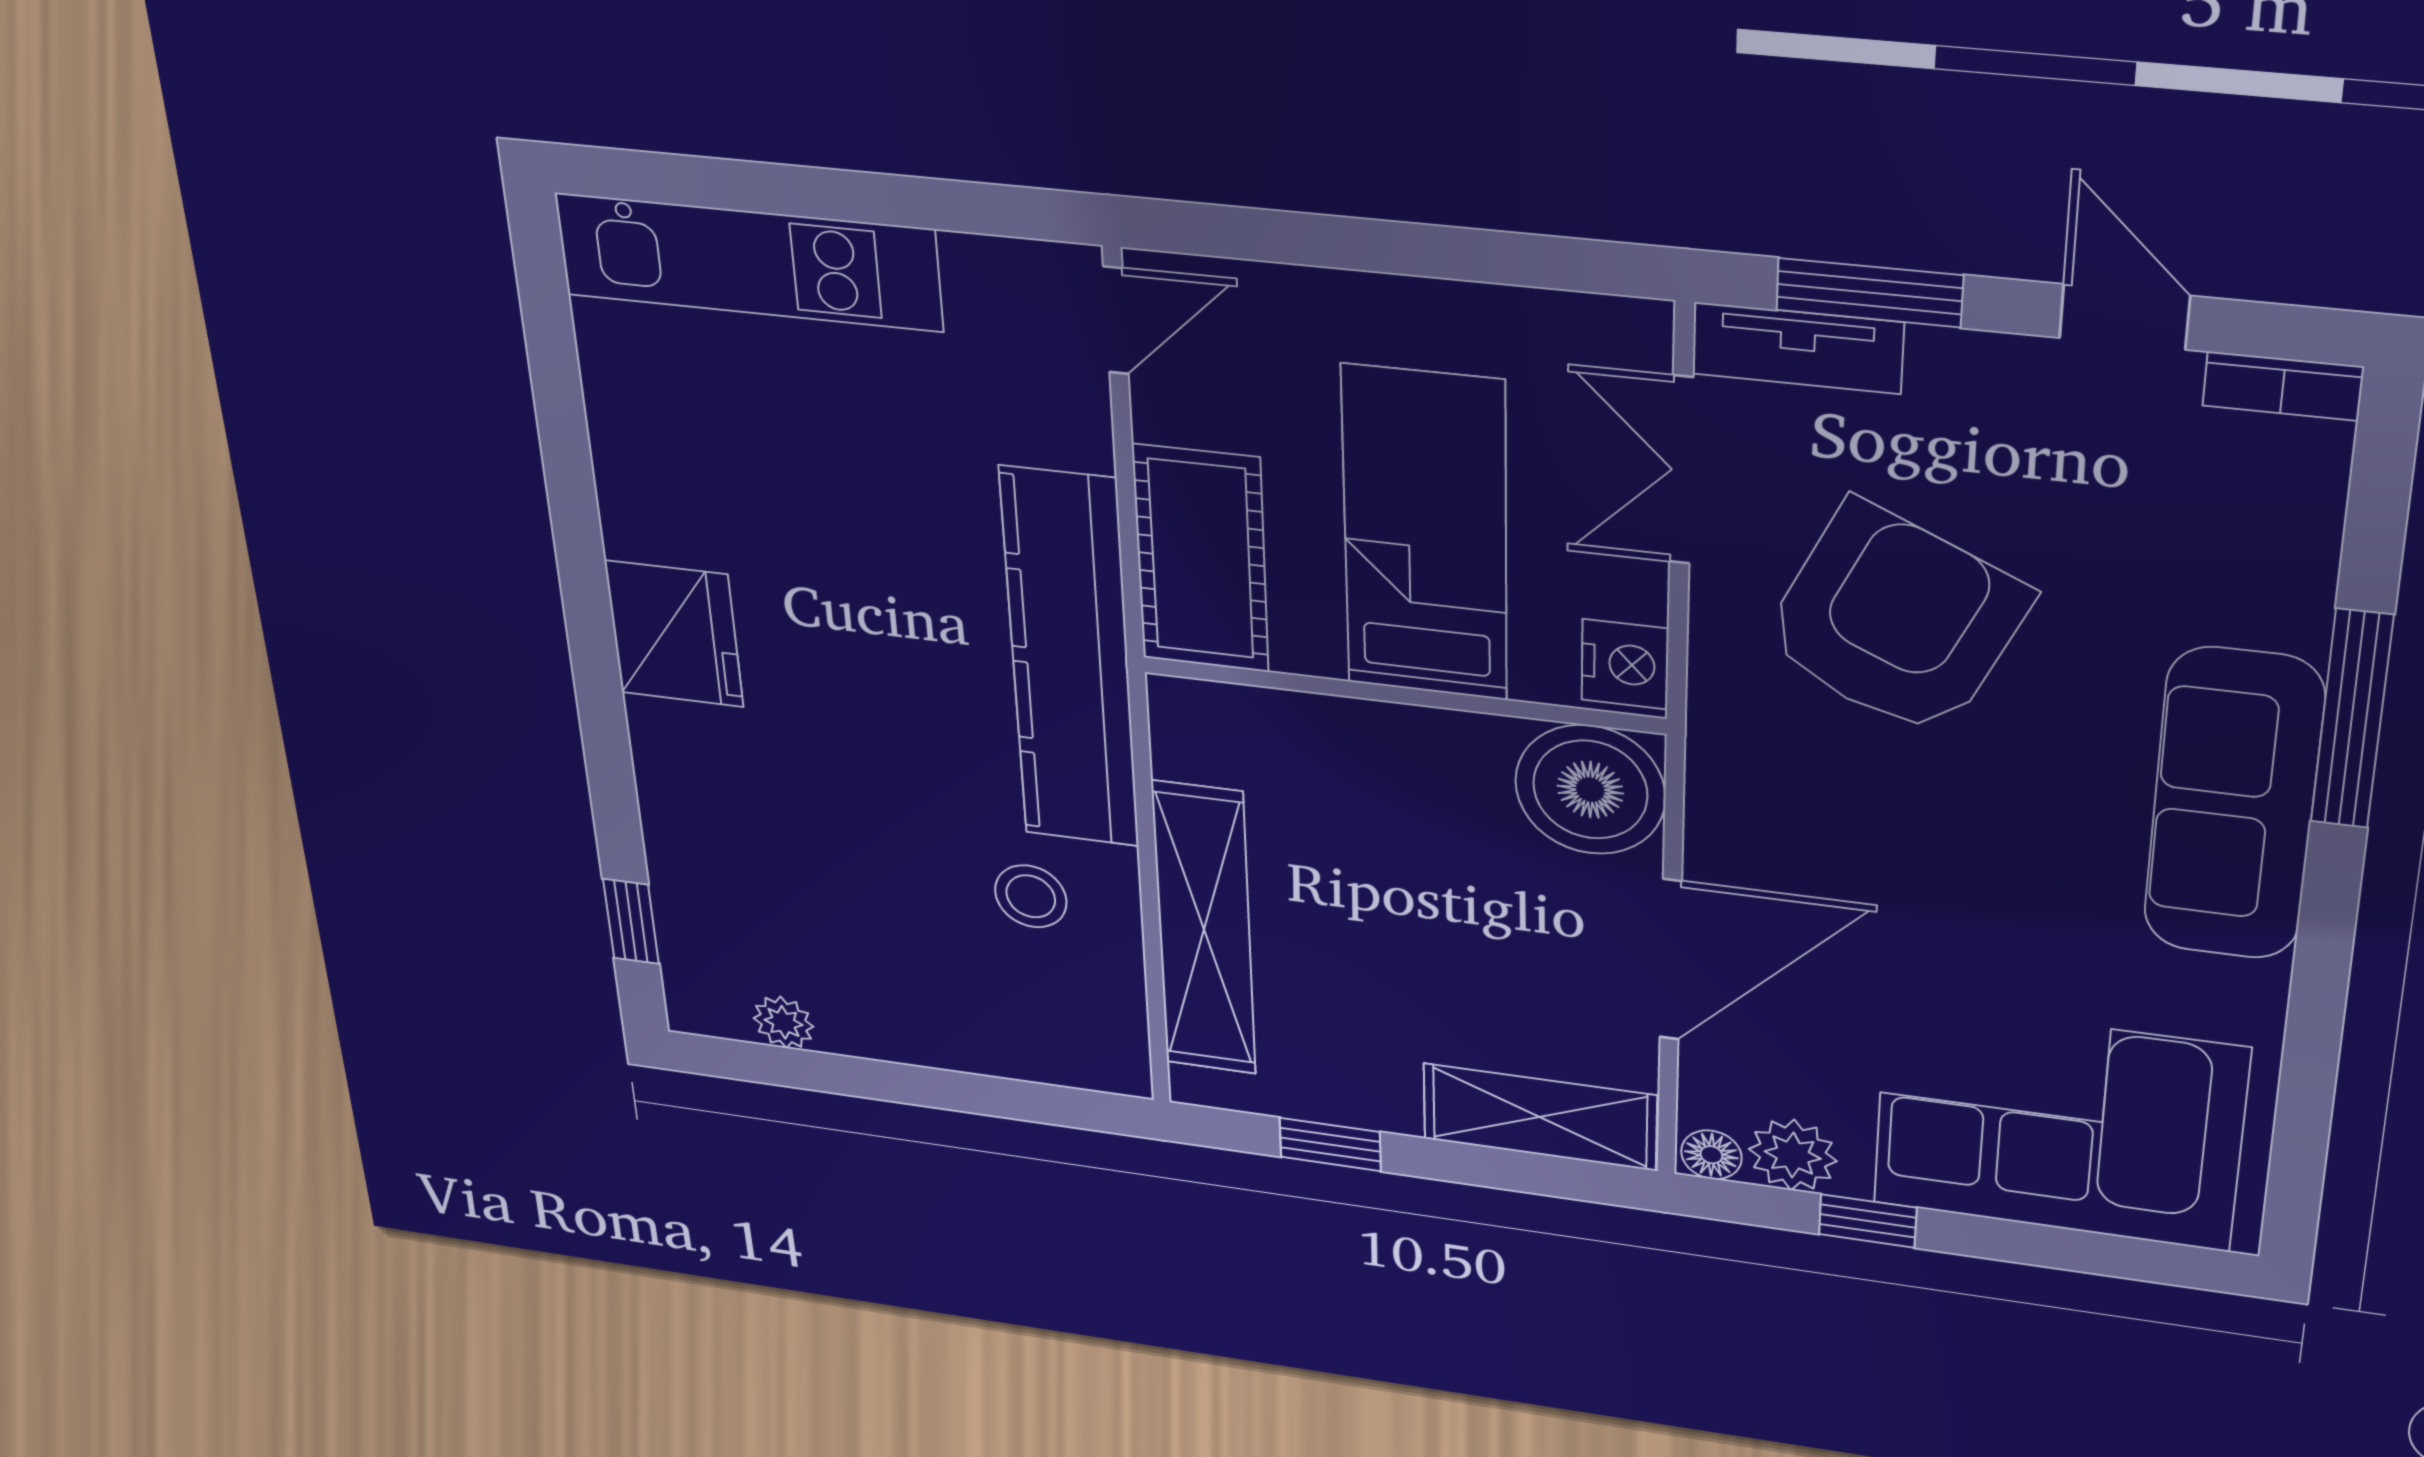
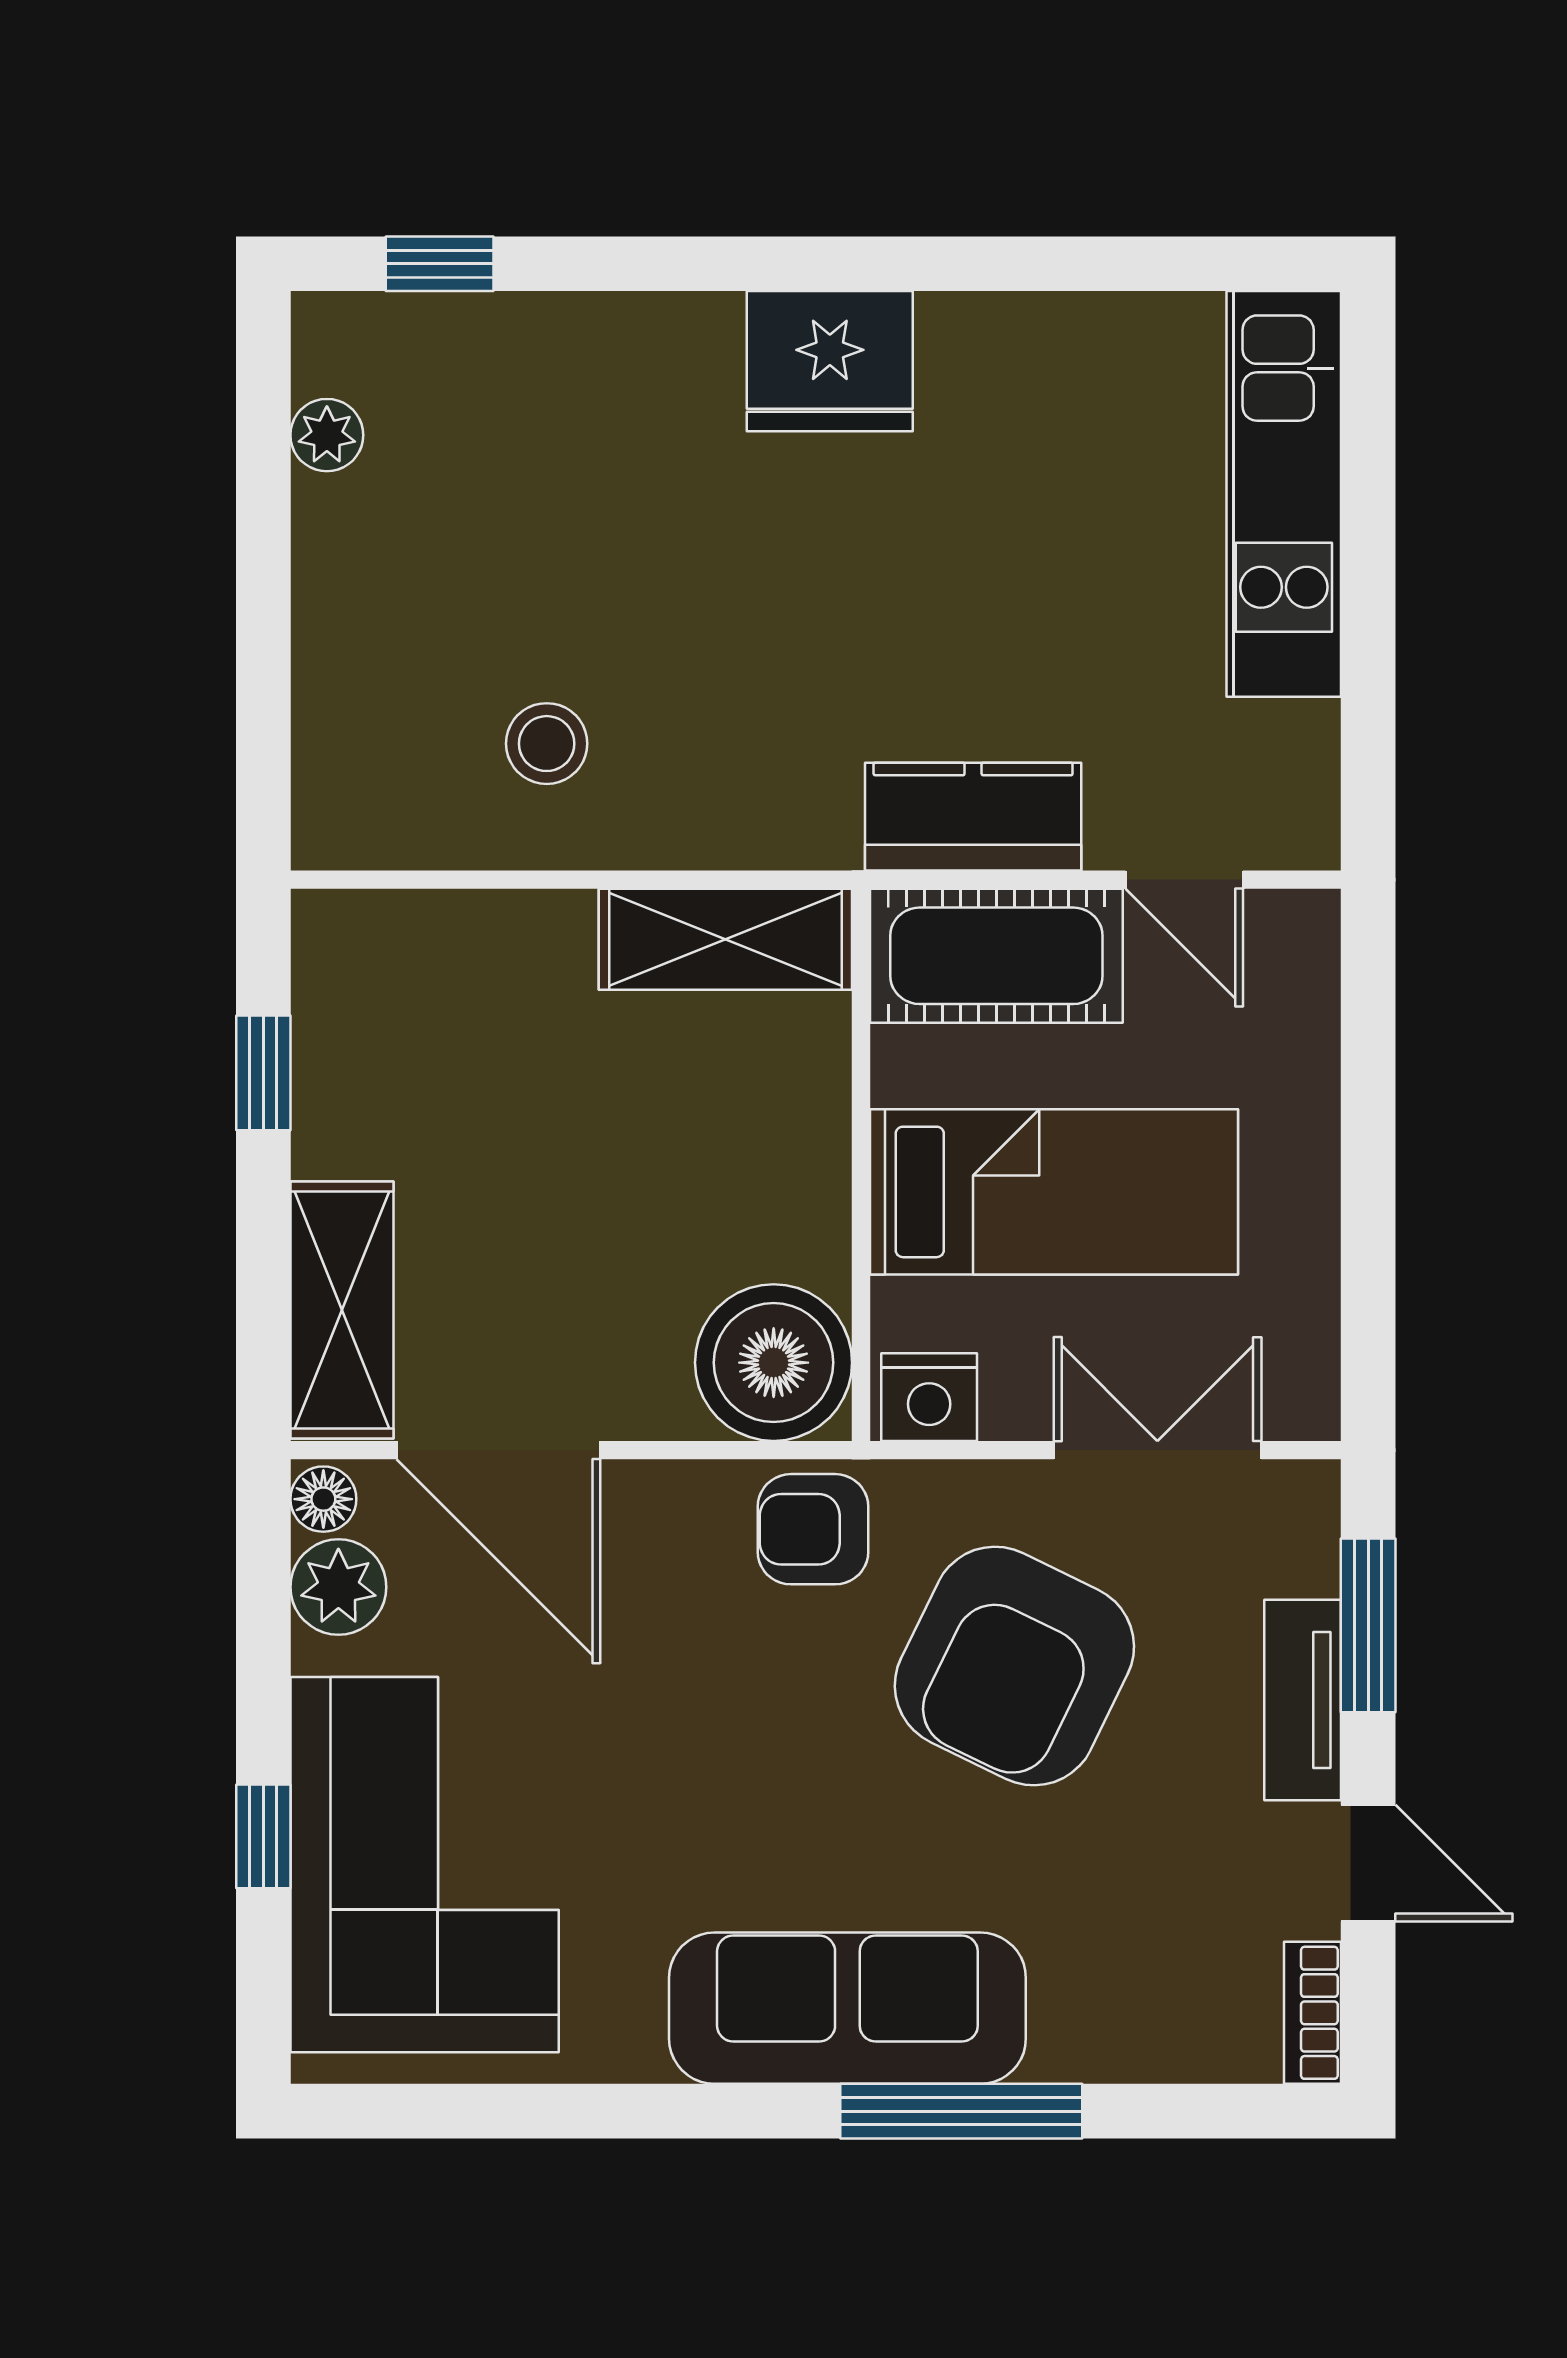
door: (2125, 317) -> (1368, 1863), hinge flipped
door: (1116, 320) -> (1184, 880), moved
tv unit: (1797, 348) -> (1303, 1700), moved
armchair: (1895, 621) -> (1014, 1666), turned 91
kitchen counter: (1070, 660) -> (973, 817), width x0.48, depth x0.86
armchair: (1752, 777) -> (813, 1529), added
shelving: (1204, 929) -> (725, 939), moved, width x0.68
door: (1671, 960) -> (498, 1450), moved
window: (1868, 1221) -> (263, 1836), moved

